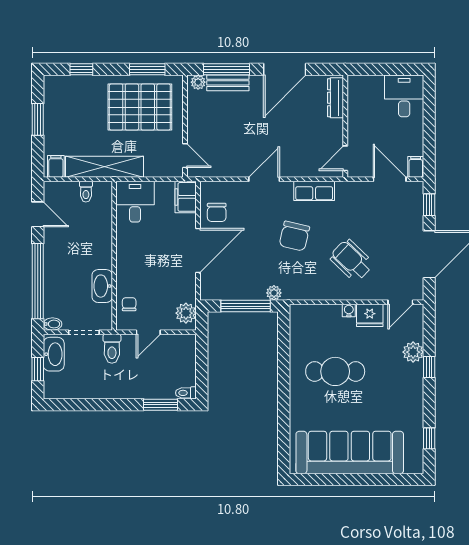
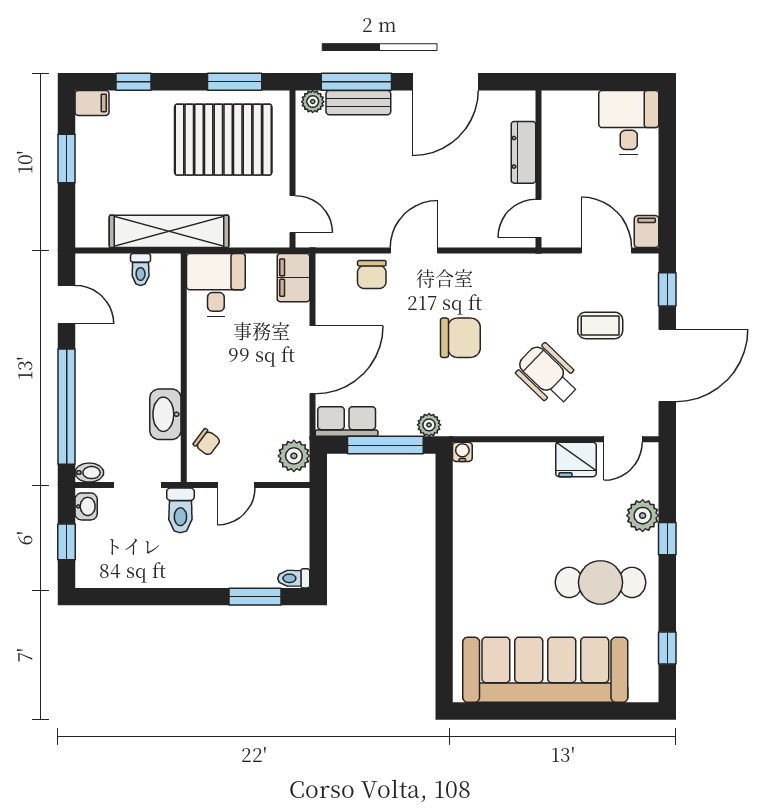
dresser: (335, 98) -> (523, 152), moved
filing cabinet: (56, 166) -> (92, 103), moved, turned 90
row of seats: (314, 191) -> (347, 421), moved, turned 180
chair: (217, 212) -> (372, 275), moved
coffee table: (385, 228) -> (600, 325), added
chair: (294, 236) -> (460, 338), turned -103
chair: (129, 304) -> (207, 442), turned 127
water cooler: (349, 310) -> (462, 452), moved
washbasin: (54, 354) -> (86, 506), width x0.52, depth x0.69
cafe table: (335, 371) -> (600, 582), moved

